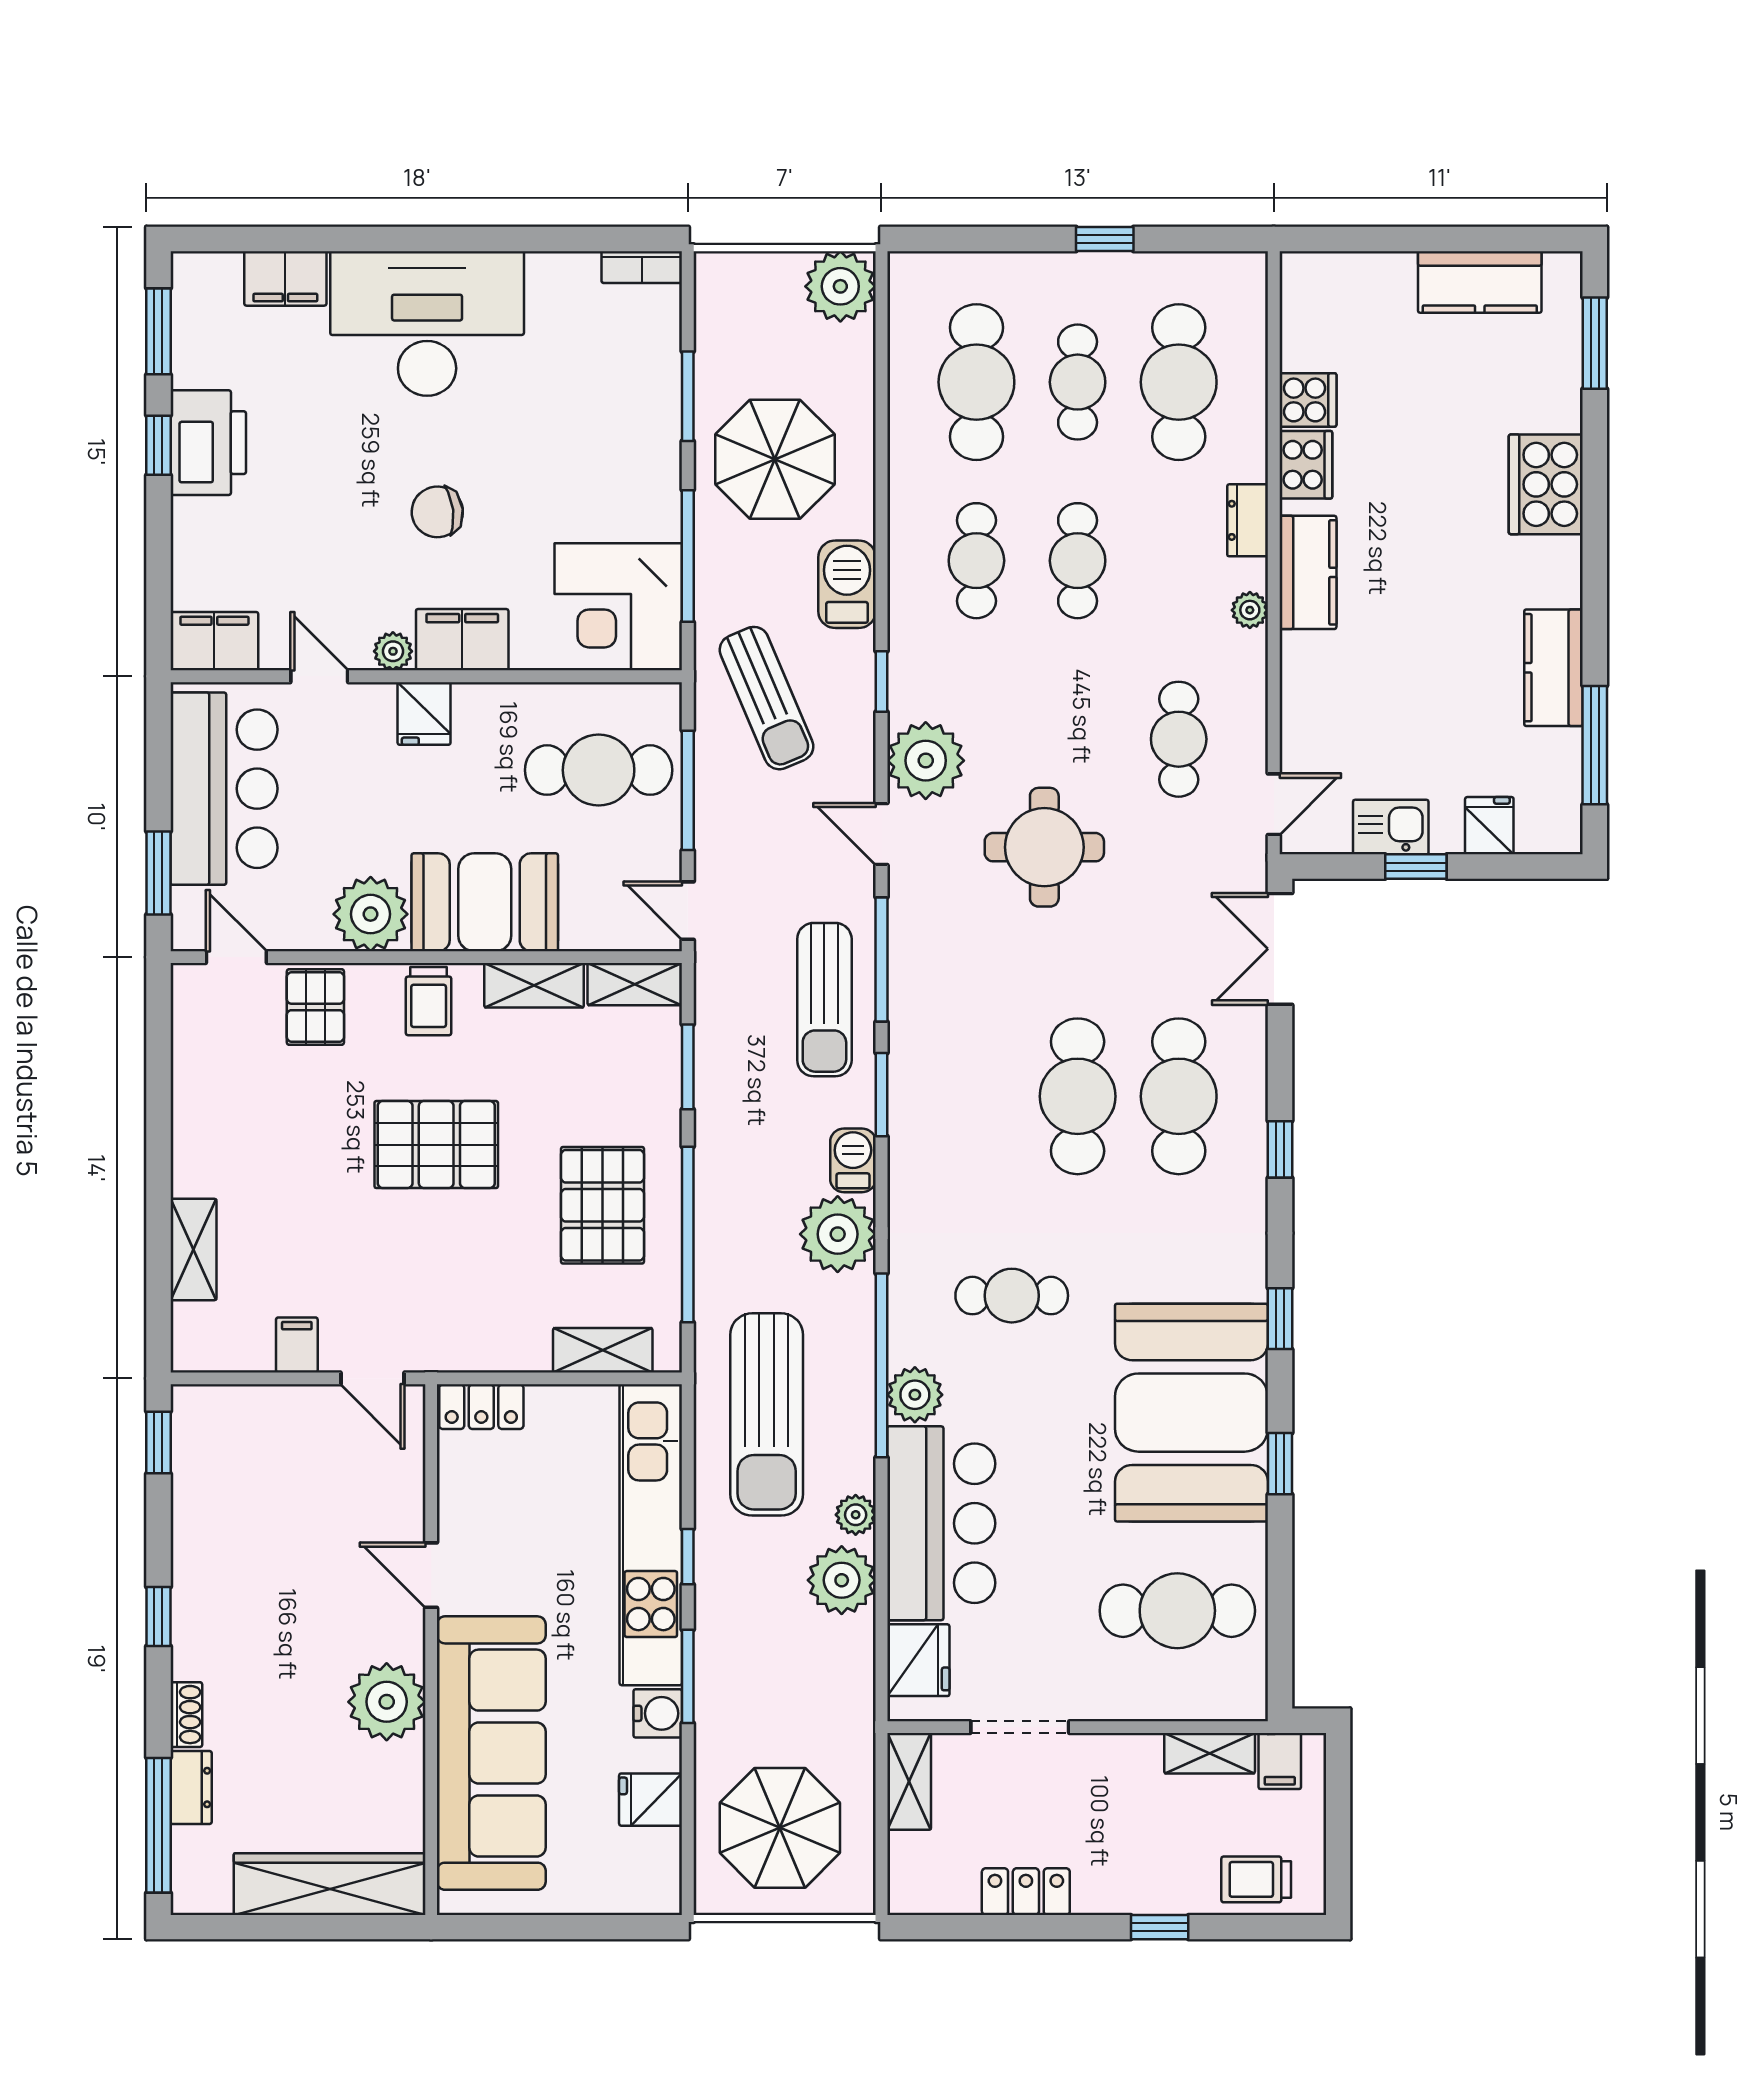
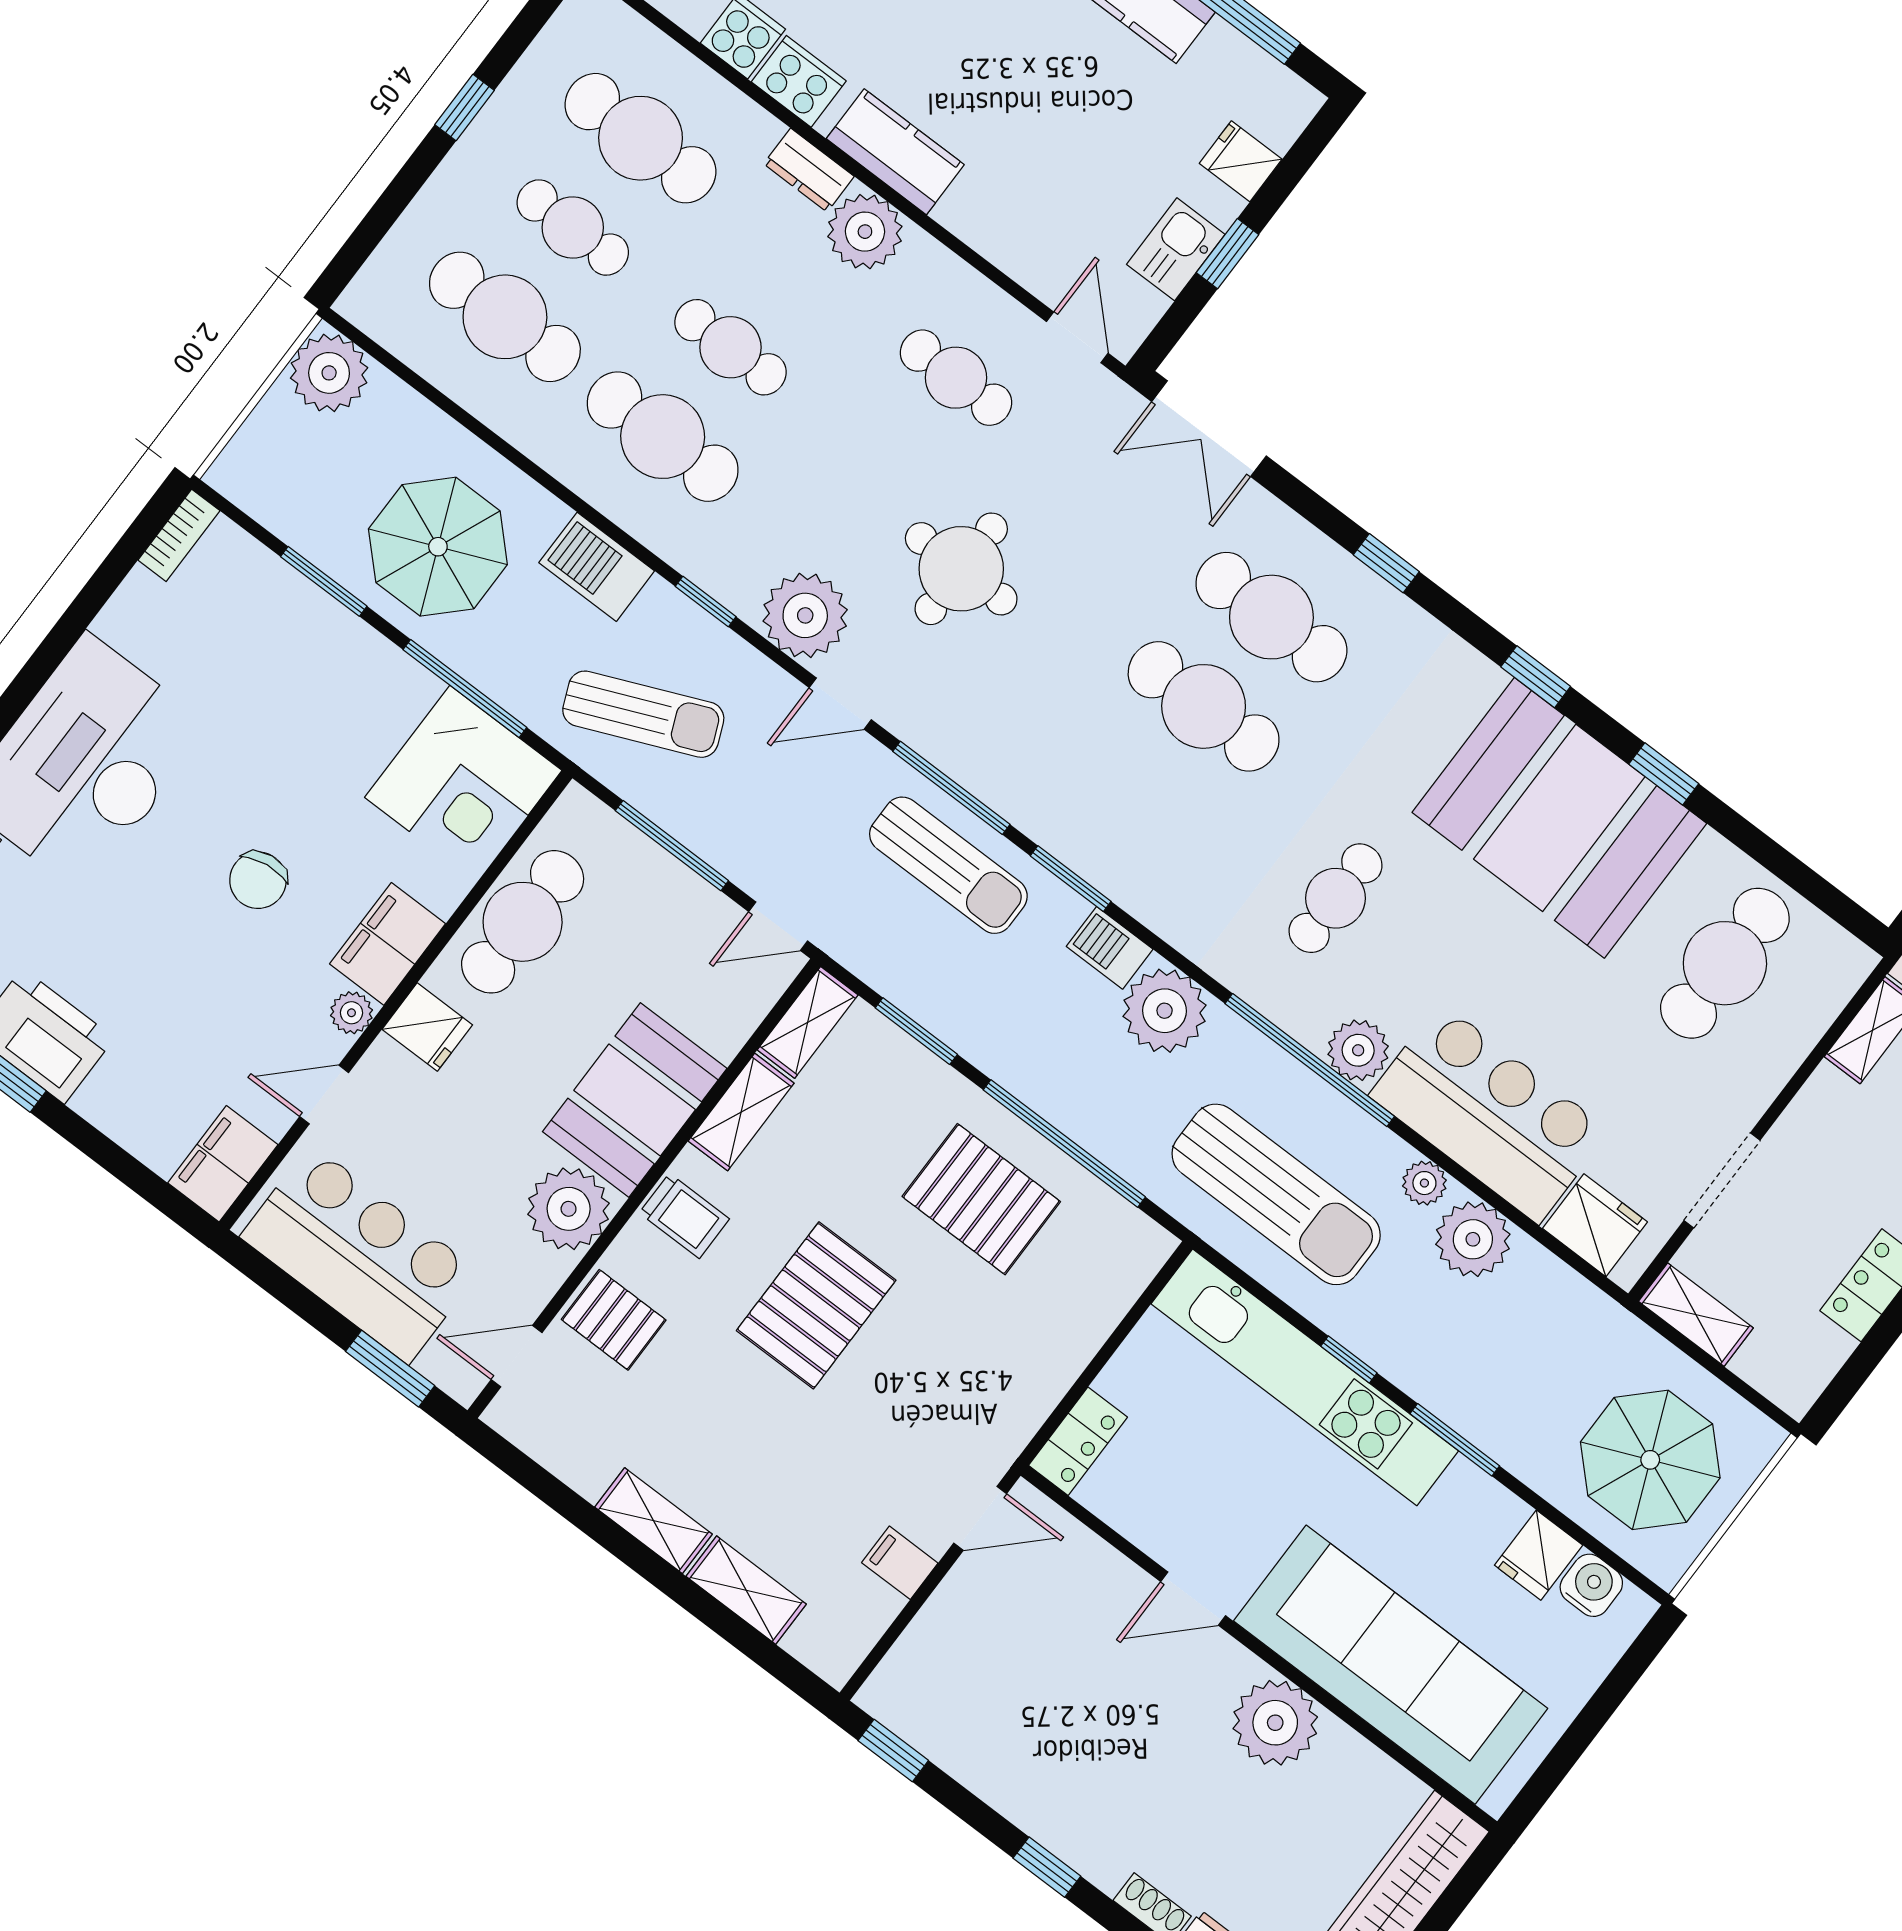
cafe table: (976, 561) -> (663, 437), width x1.37, depth x1.35
plant: (1250, 610) -> (865, 232), width x1.87, depth x1.87
cafe table: (599, 770) -> (523, 922), moved
shelving: (603, 1350) -> (654, 1521), moved, turned 90
water cooler: (658, 1713) -> (1591, 1585), moved

